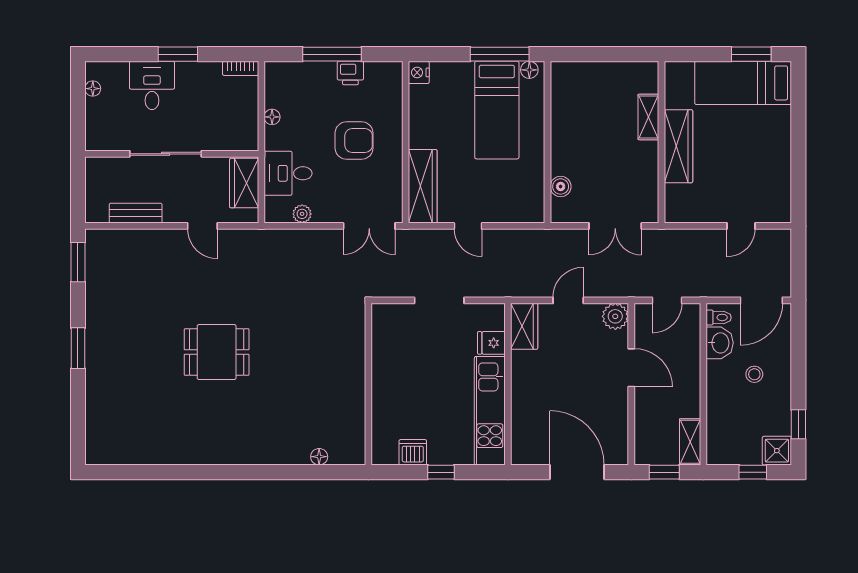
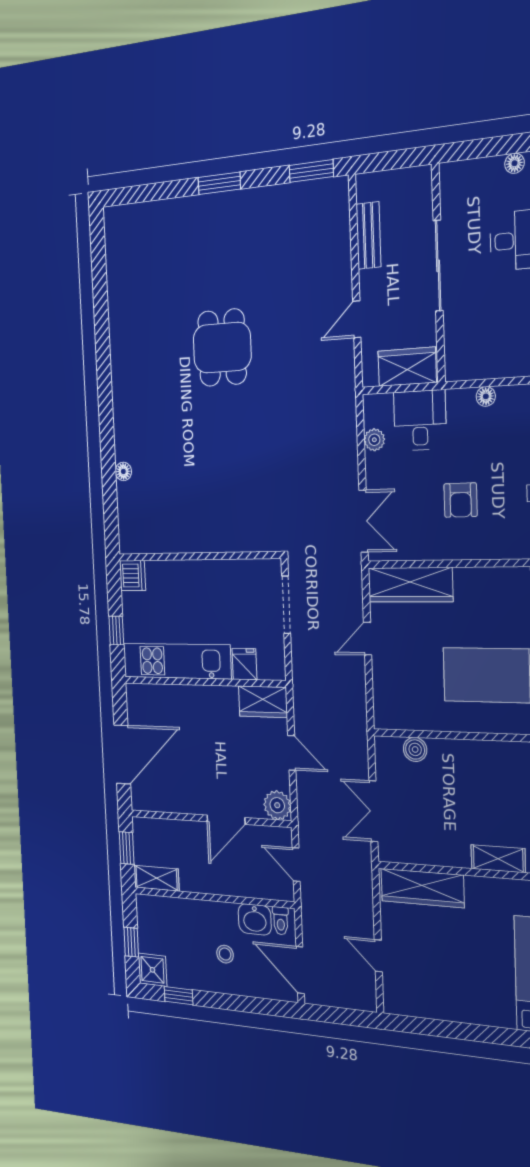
armchair: (354, 141) -> (461, 500), width x0.72, depth x0.72
wardrobe: (678, 146) -> (422, 888), moved
double door: (369, 226) -> (364, 521), swing flipped
wall: (368, 384) -> (198, 556), moved
window: (441, 472) -> (116, 631), moved

